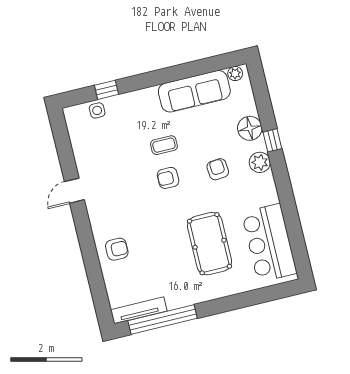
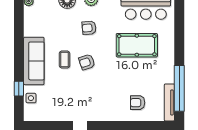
sofa: (194, 91) -> (34, 61), moved
armchair: (168, 178) -> (87, 62), turned 72
armchair: (117, 249) -> (138, 103), moved, turned -90

